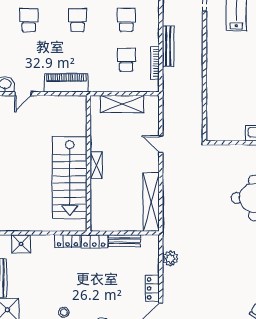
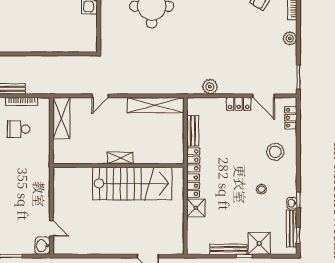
piano: (66, 83) -> (41, 187), removed
shelving: (122, 104) -> (61, 118), moved
shower: (21, 244) -> (196, 208), moved

